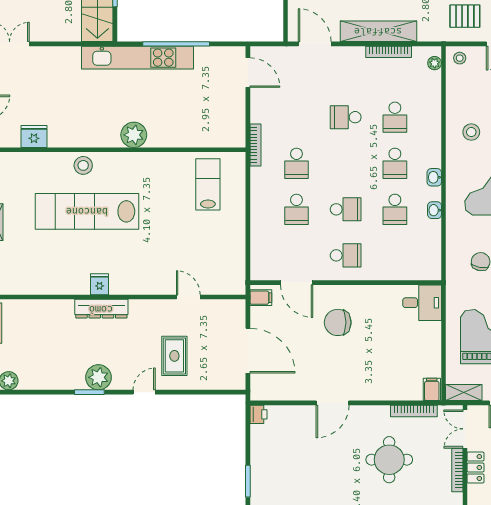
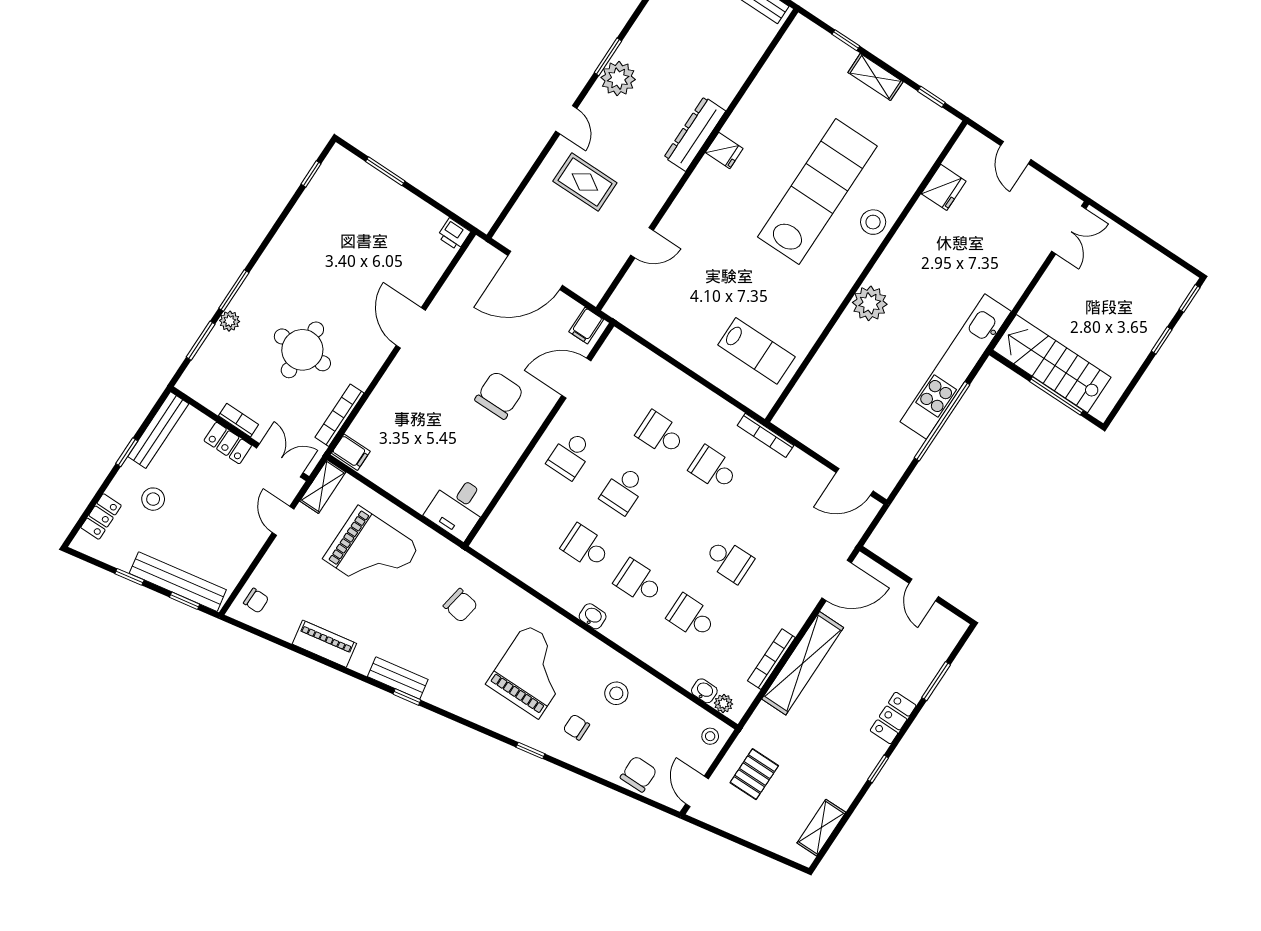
school desk: (346, 117) -> (729, 560), turned 90
washbasin: (435, 210) -> (704, 691), moved
bookcase: (457, 470) -> (239, 420), width x0.64

